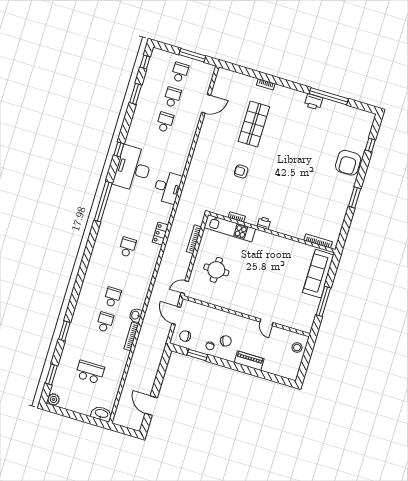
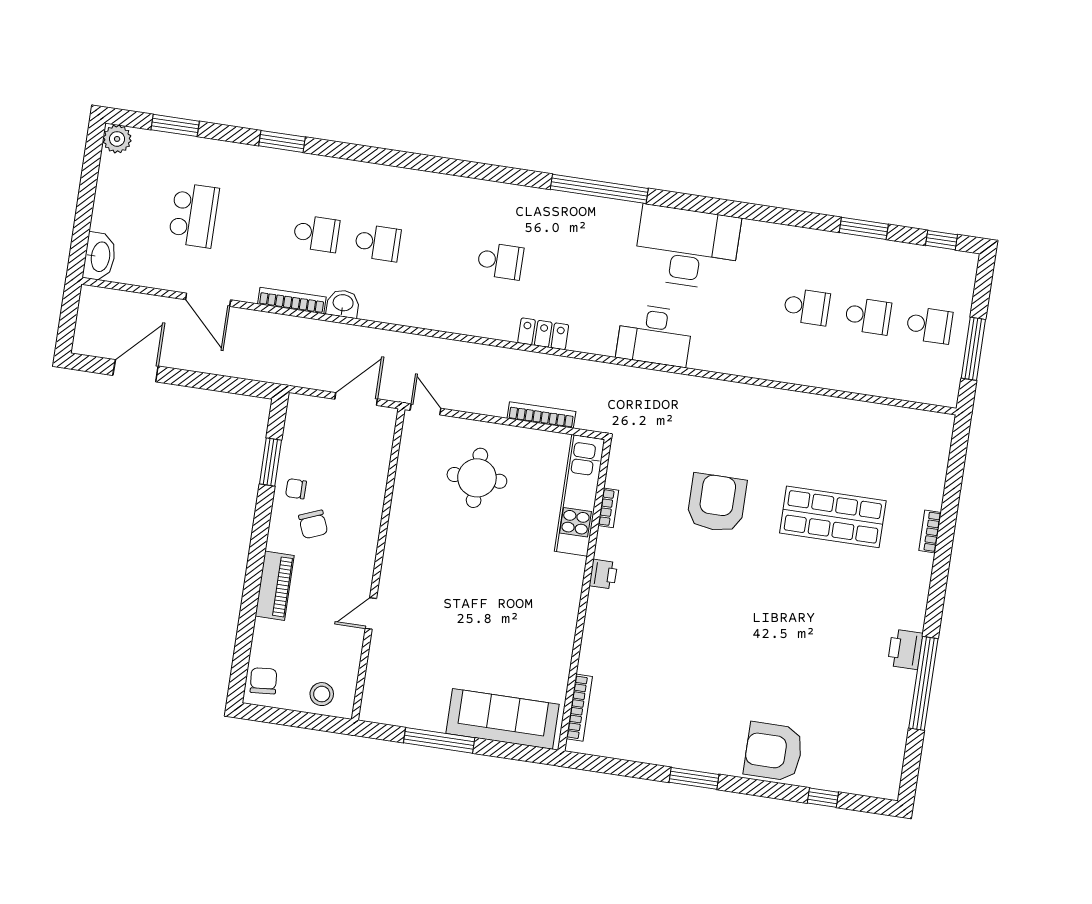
door: (206, 104) -> (208, 300), moved
window: (119, 149) -> (727, 208), removed
armchair: (241, 171) -> (717, 503), width x1.88, depth x1.88
chair: (185, 336) -> (263, 681), moved

